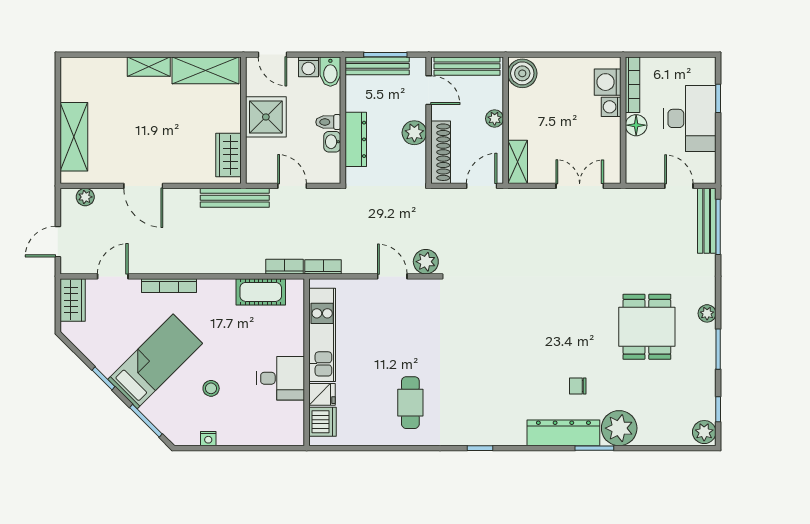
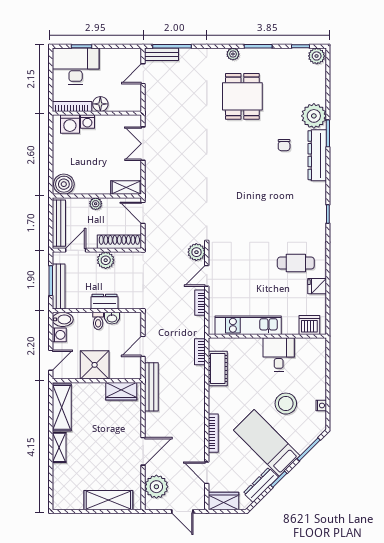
desk: (690, 118) -> (76, 66), moved
dresser: (356, 139) -> (104, 302), width x0.70
plant: (85, 197) -> (156, 487), width x1.88, depth x1.88
bench: (707, 221) -> (162, 54), width x0.73
bookcase: (323, 267) -> (200, 303), moved
dining table: (647, 327) -> (242, 96), turned 90
dresser: (95, 353) -> (261, 485), added
stool: (211, 388) -> (286, 404), width x1.89, depth x1.89
fridge: (322, 394) -> (317, 286), moved, turned -90

